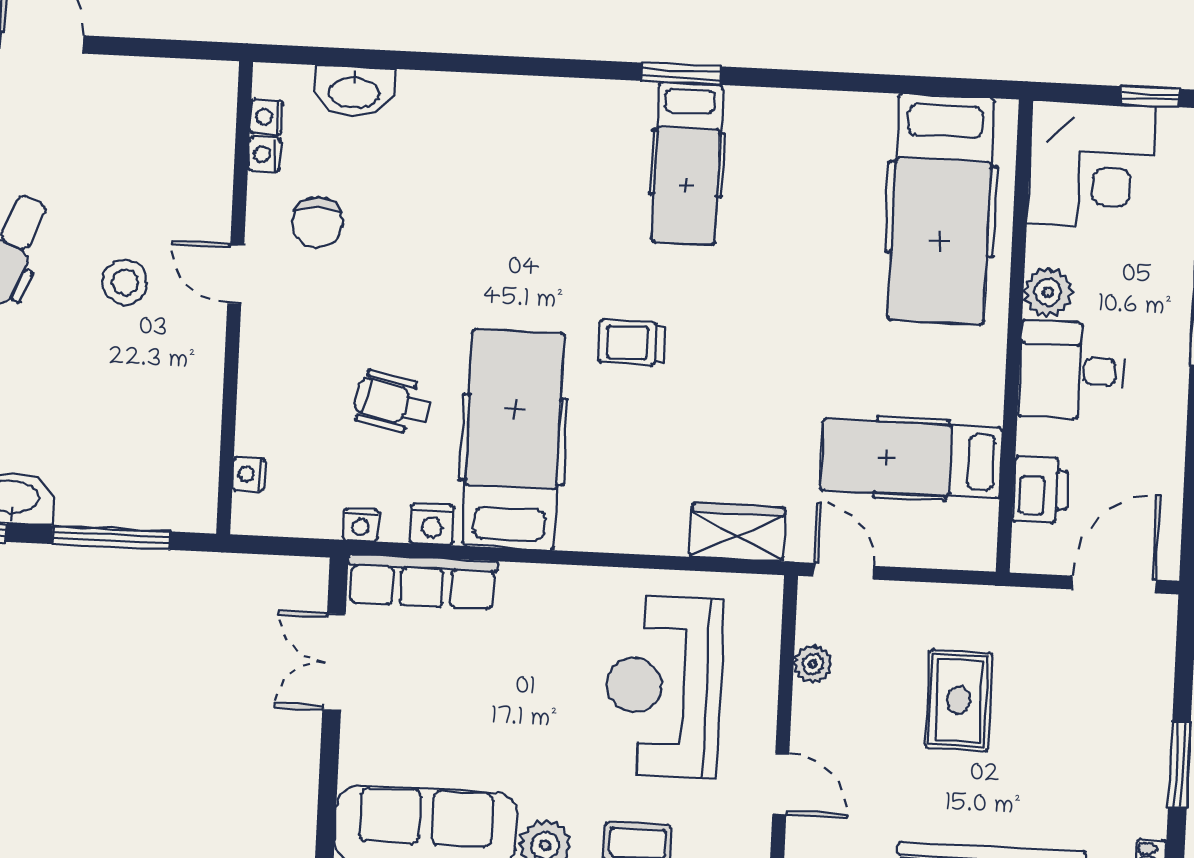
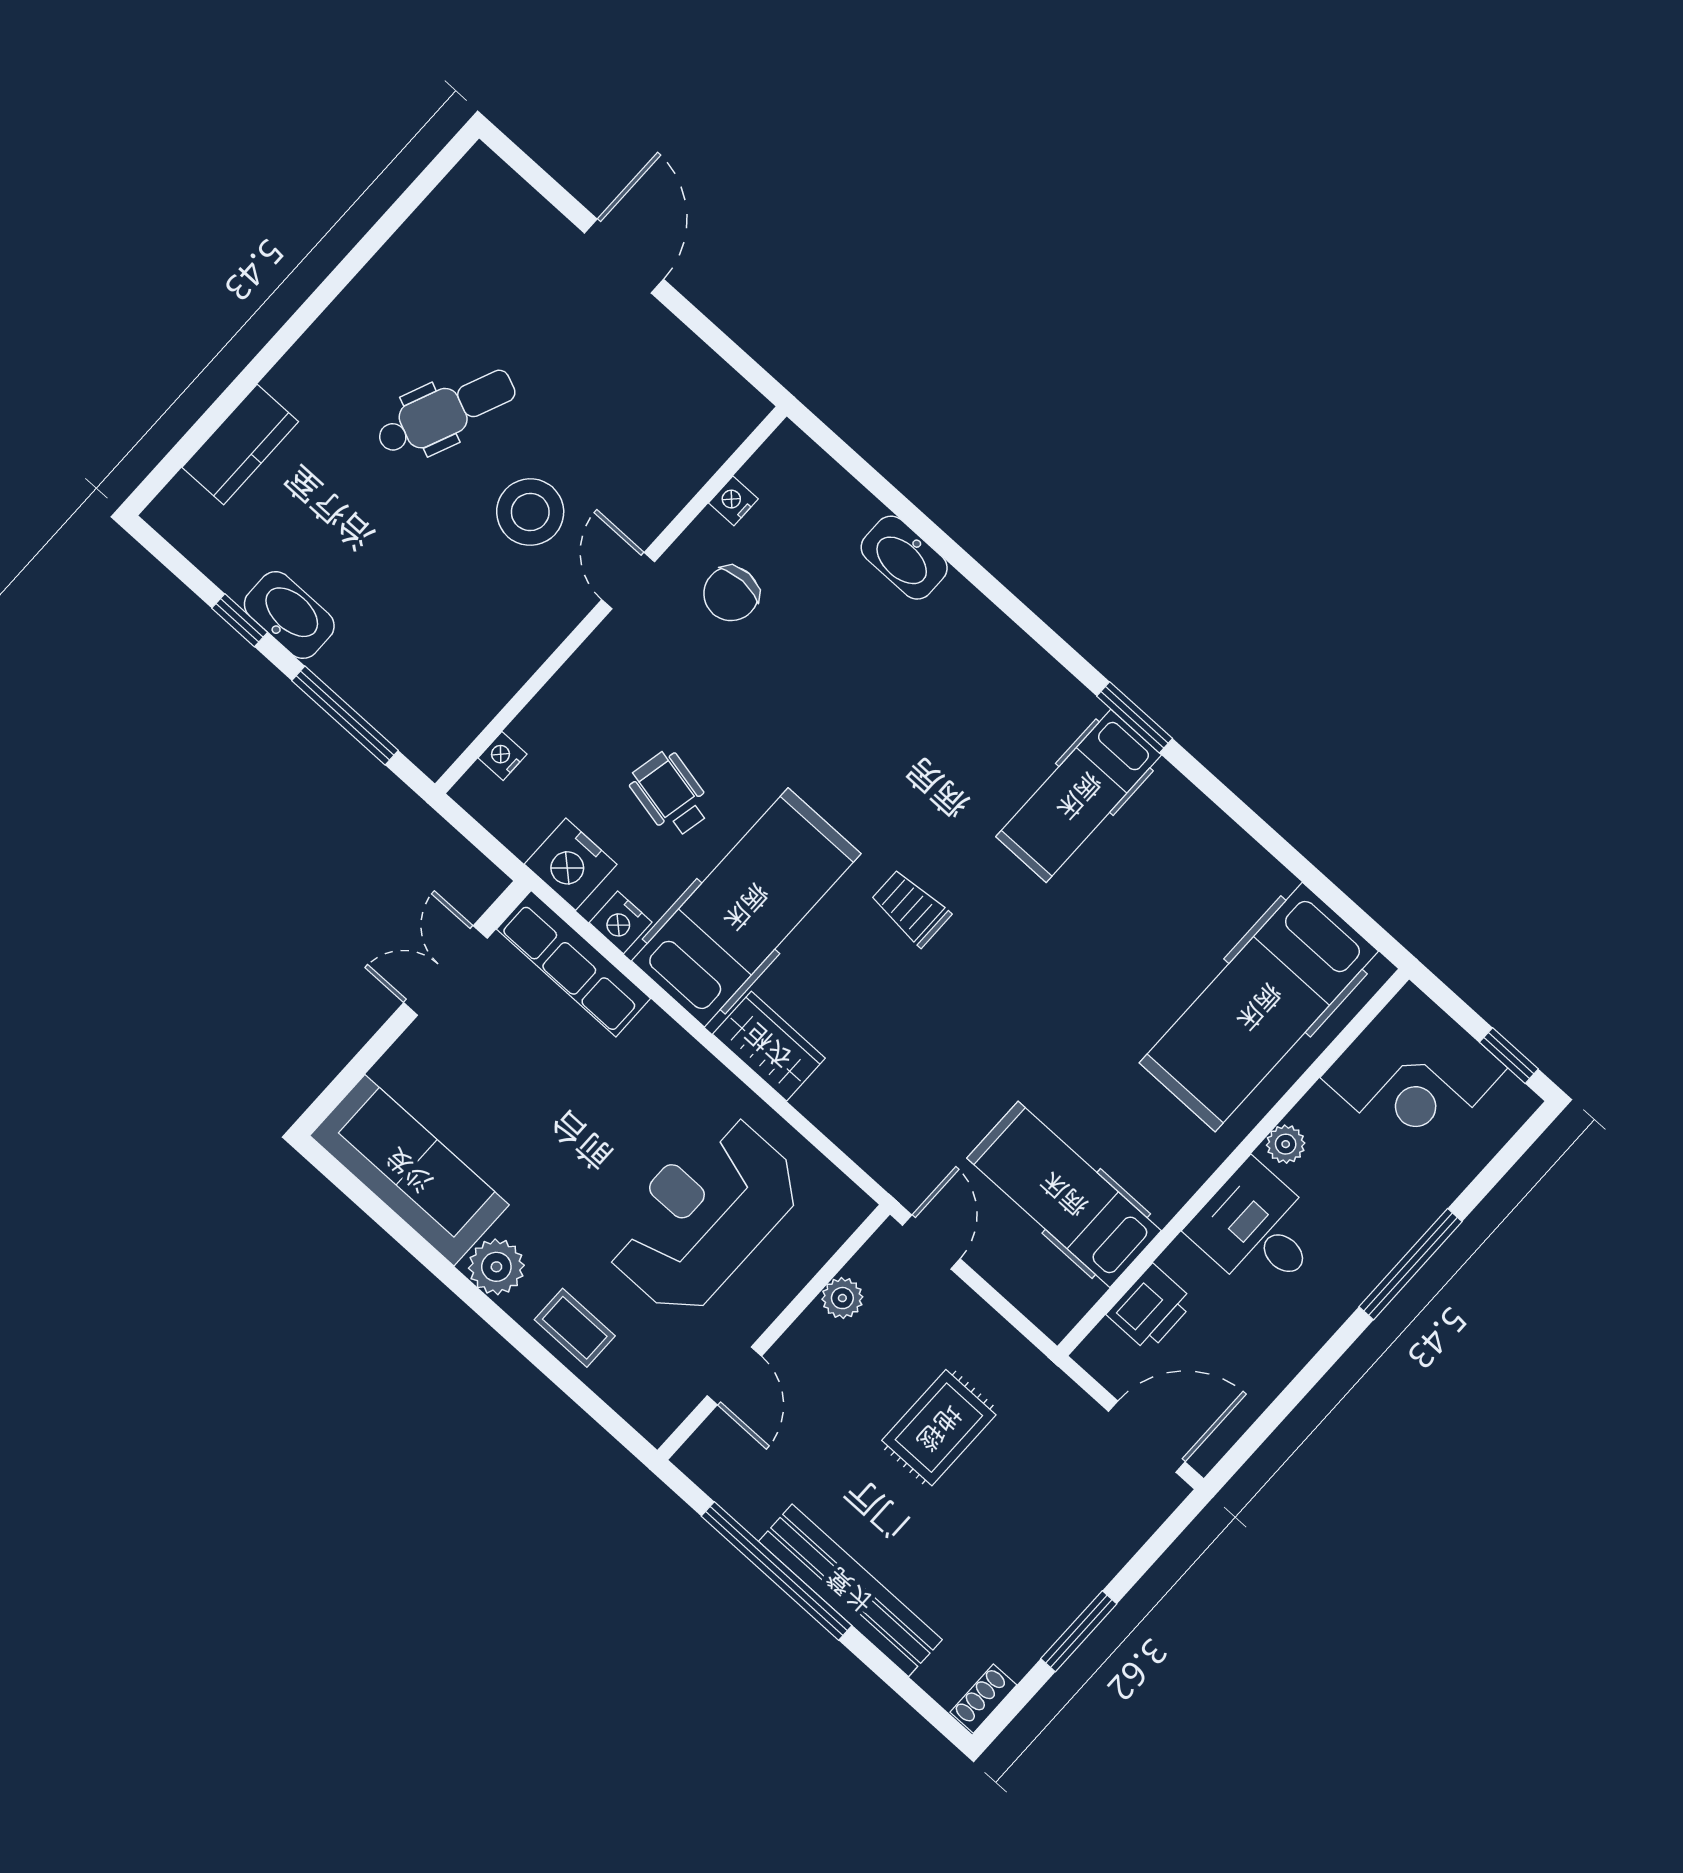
washbasin: (354, 91) -> (904, 558), moved
nightstand: (266, 117) -> (760, 471), removed
stool: (125, 282) -> (530, 512), width x1.38, depth x1.38
plant: (1048, 292) -> (1286, 1144), width x0.73, depth x0.73
nightstand: (361, 525) -> (571, 864), width x1.89, depth x1.79
wardrobe: (738, 532) -> (769, 1046), moved

